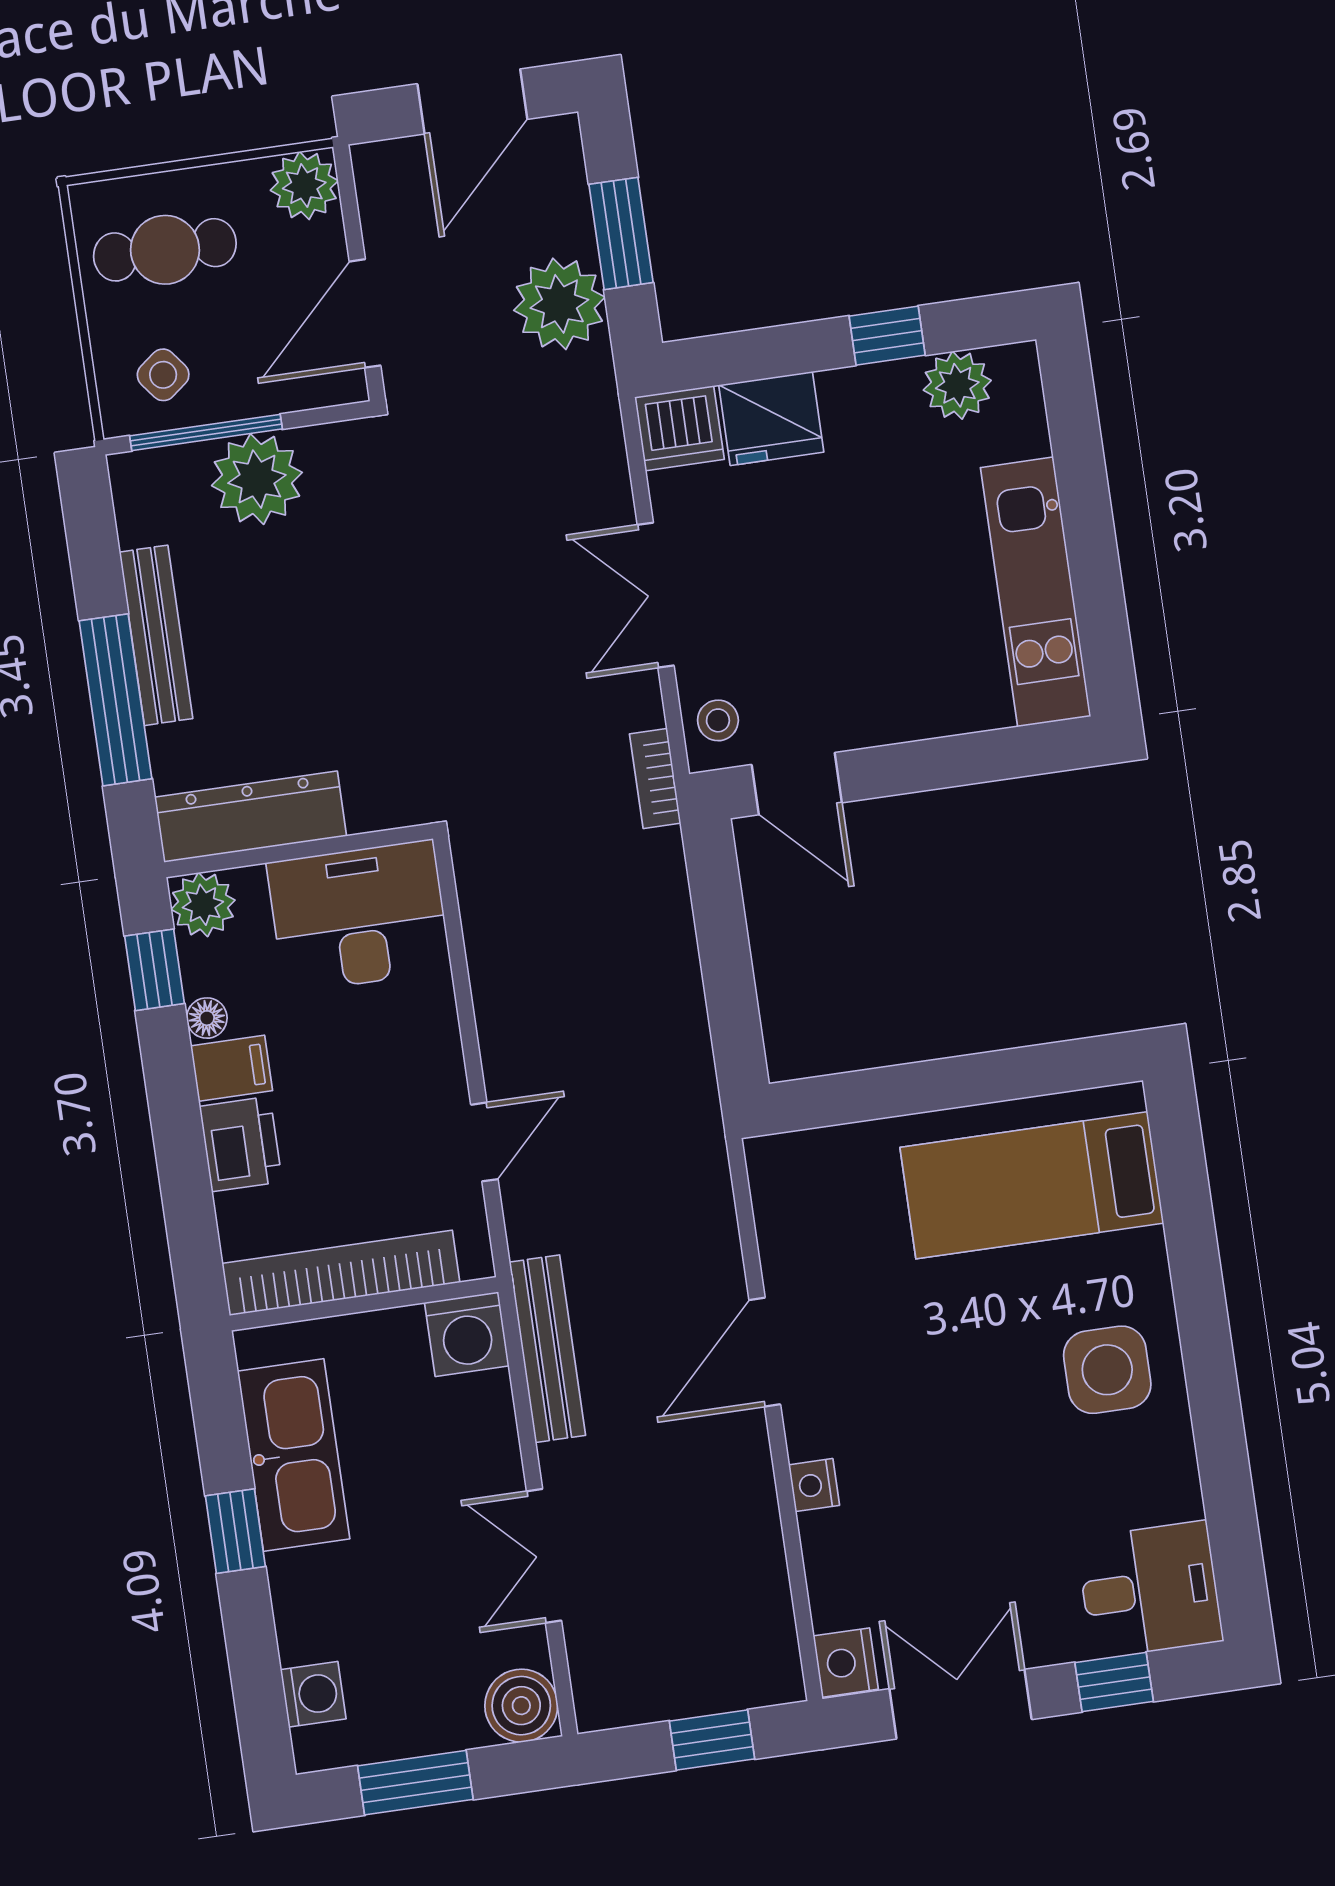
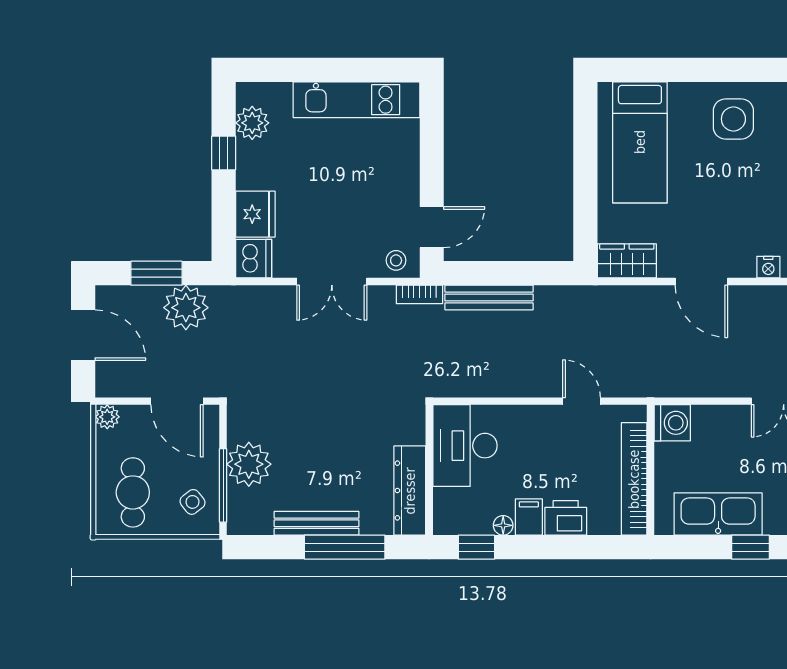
plant: (304, 186) -> (107, 417), width x0.73, depth x0.73
plant: (203, 905) -> (449, 519), removed
wardrobe: (785, 1193) -> (627, 261), added
bench: (547, 1349) -> (489, 297), moved

